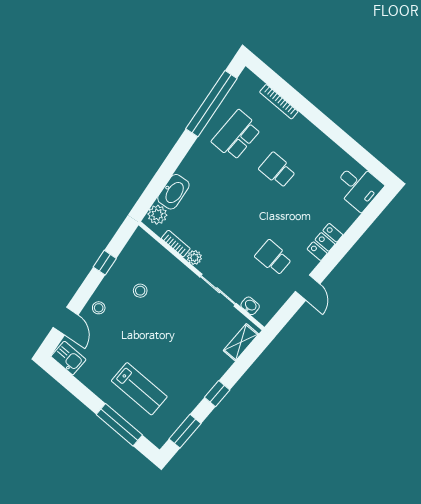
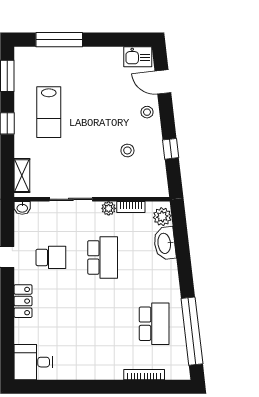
school desk: (277, 170) -> (103, 257), moved, width x1.85
washbasin: (250, 306) -> (22, 208), moved
lab bench: (139, 389) -> (49, 112), moved, turned -90

